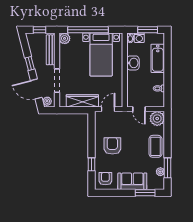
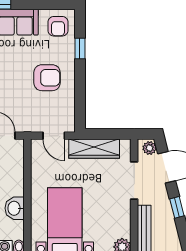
door: (108, 109) -> (54, 136), hinge flipped
armchair: (112, 146) -> (47, 78), turned -90

